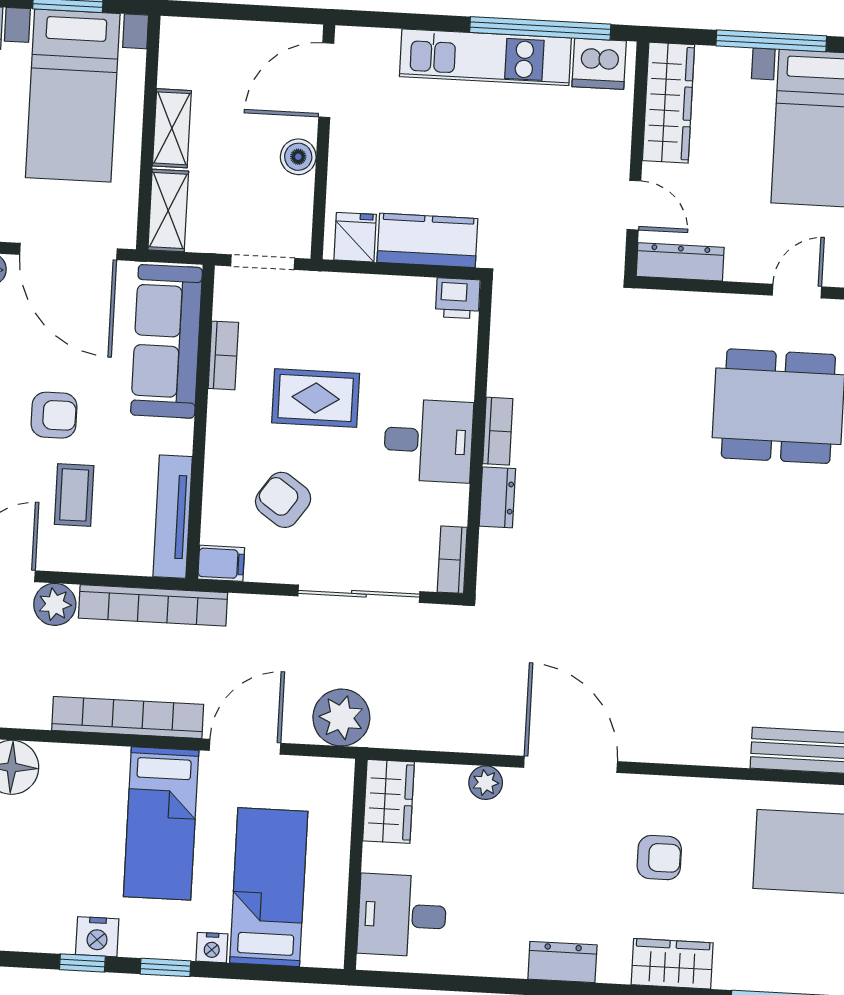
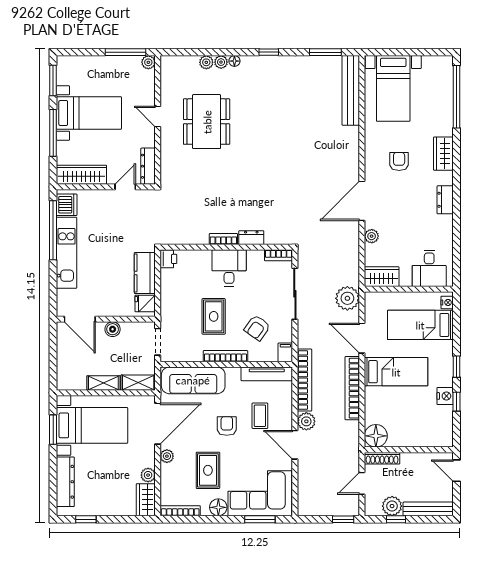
bookcase: (223, 355) -> (225, 356), moved, width x1.56
coffee table: (74, 495) -> (260, 416), turned 90
nightstand: (212, 948) -> (447, 302), moved

